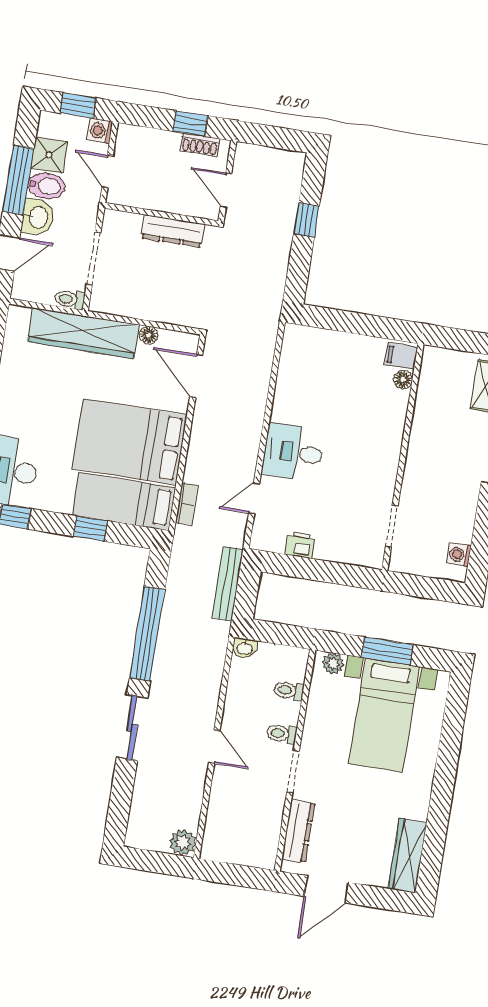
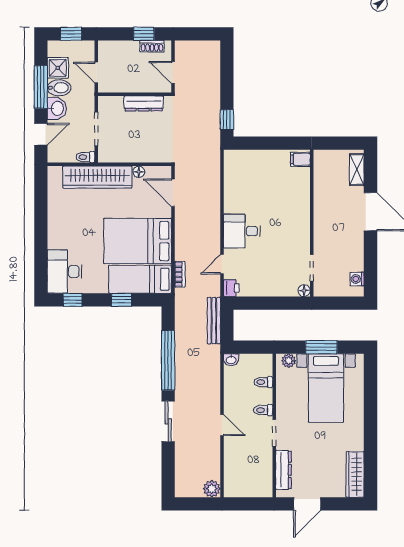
washing machine: (100, 131) -> (87, 48), removed
window: (306, 220) -> (227, 120), moved
floor lamp: (403, 379) -> (304, 291), moved
printer: (300, 545) -> (231, 288), moved, turned 90

